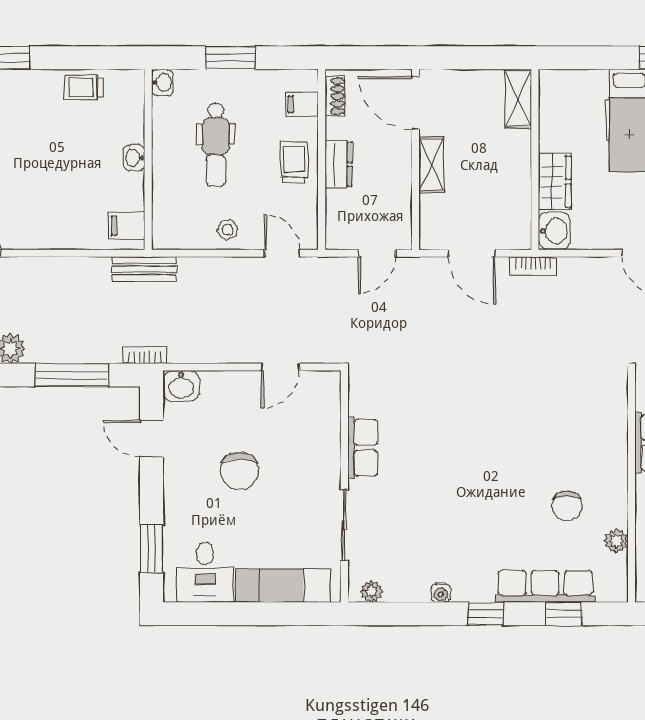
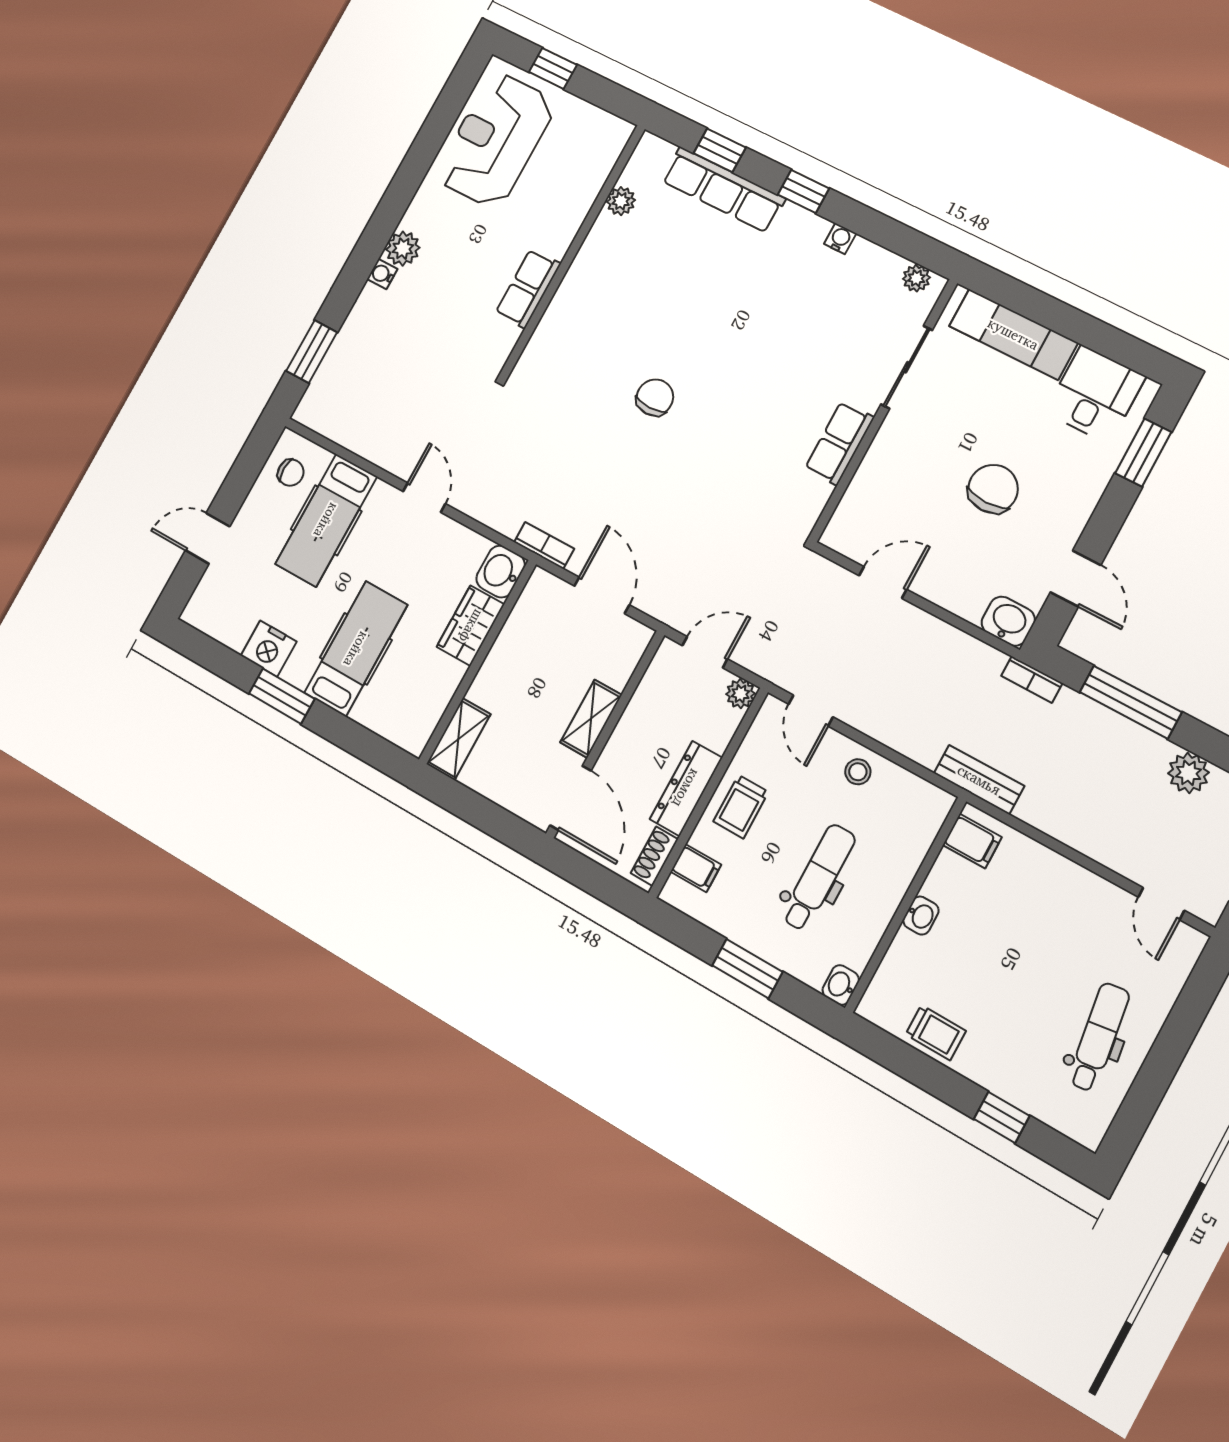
dresser: (339, 164) -> (686, 788), width x1.44
plant: (336, 238) -> (740, 694), added
chair: (567, 506) -> (655, 397), moved

